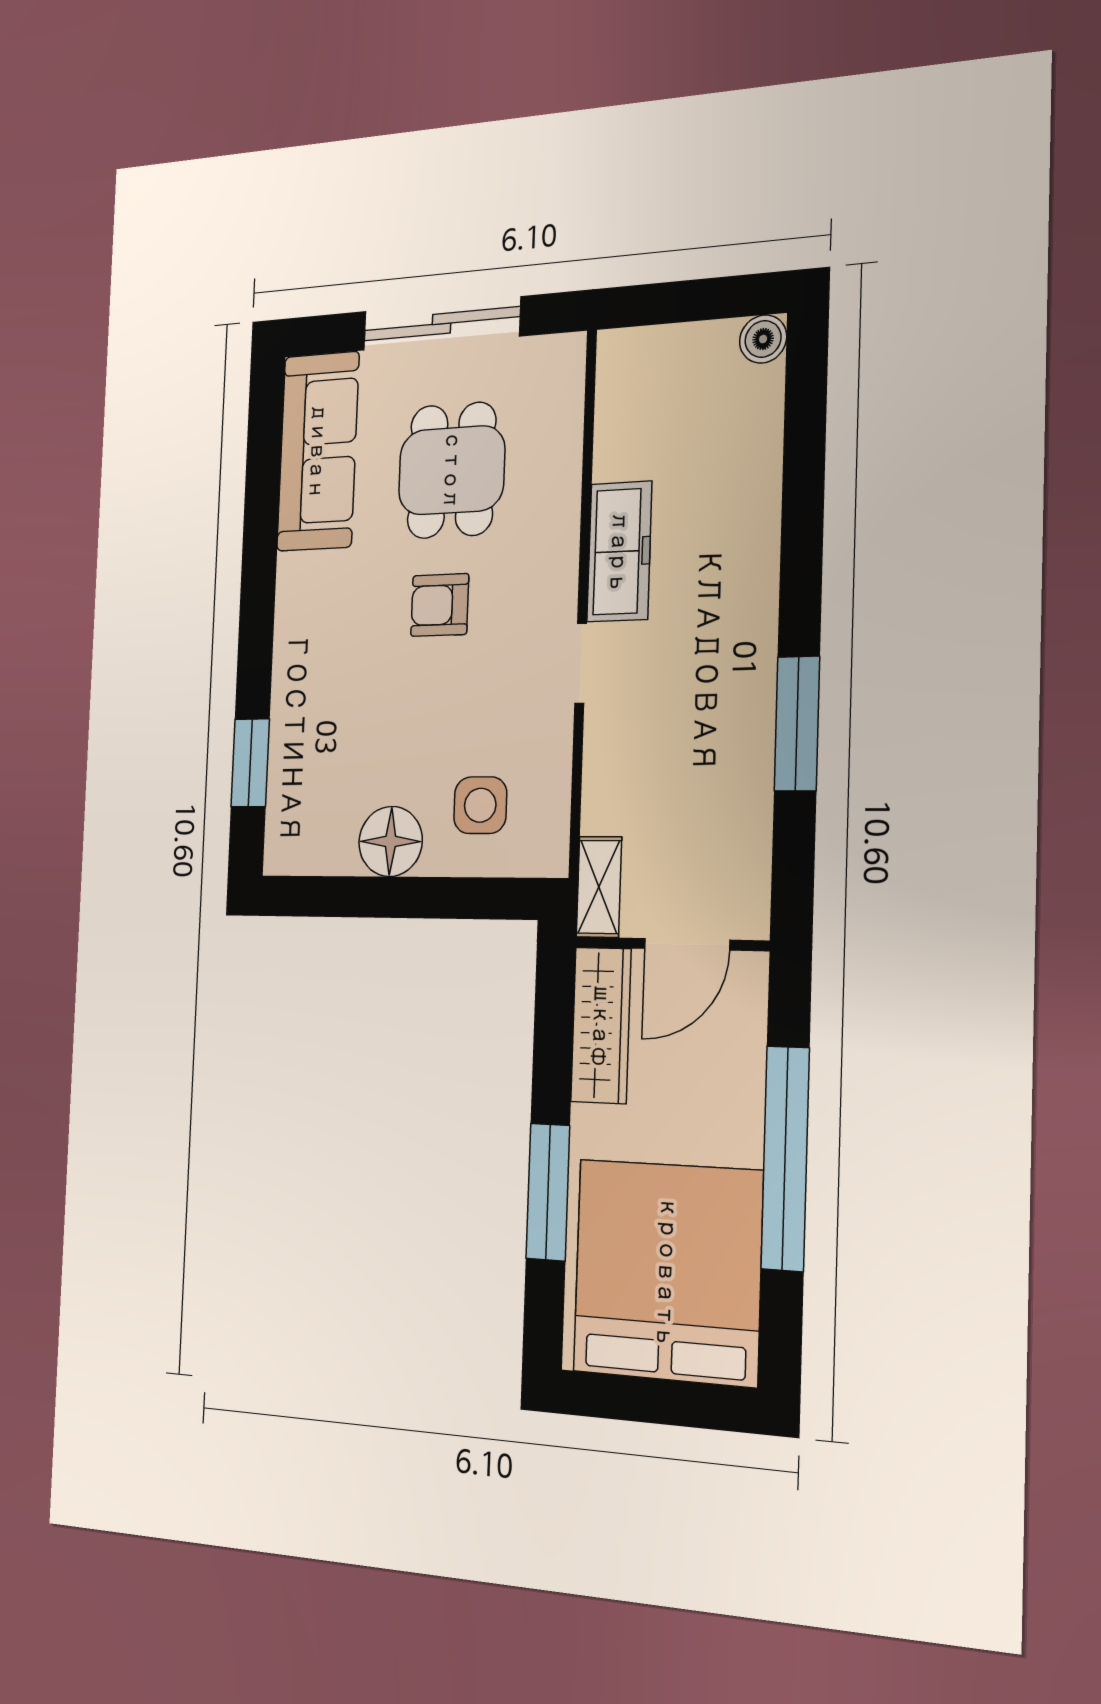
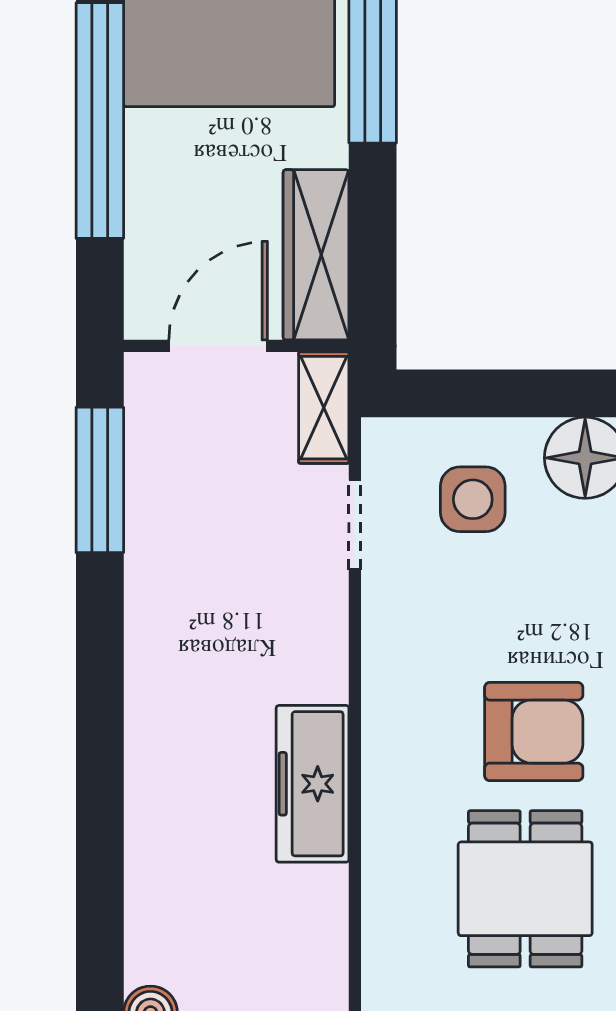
armchair: (440, 605) -> (534, 732), width x1.38, depth x1.38
doorway: (581, 663) -> (355, 525), moved
window: (797, 724) -> (100, 480), moved

